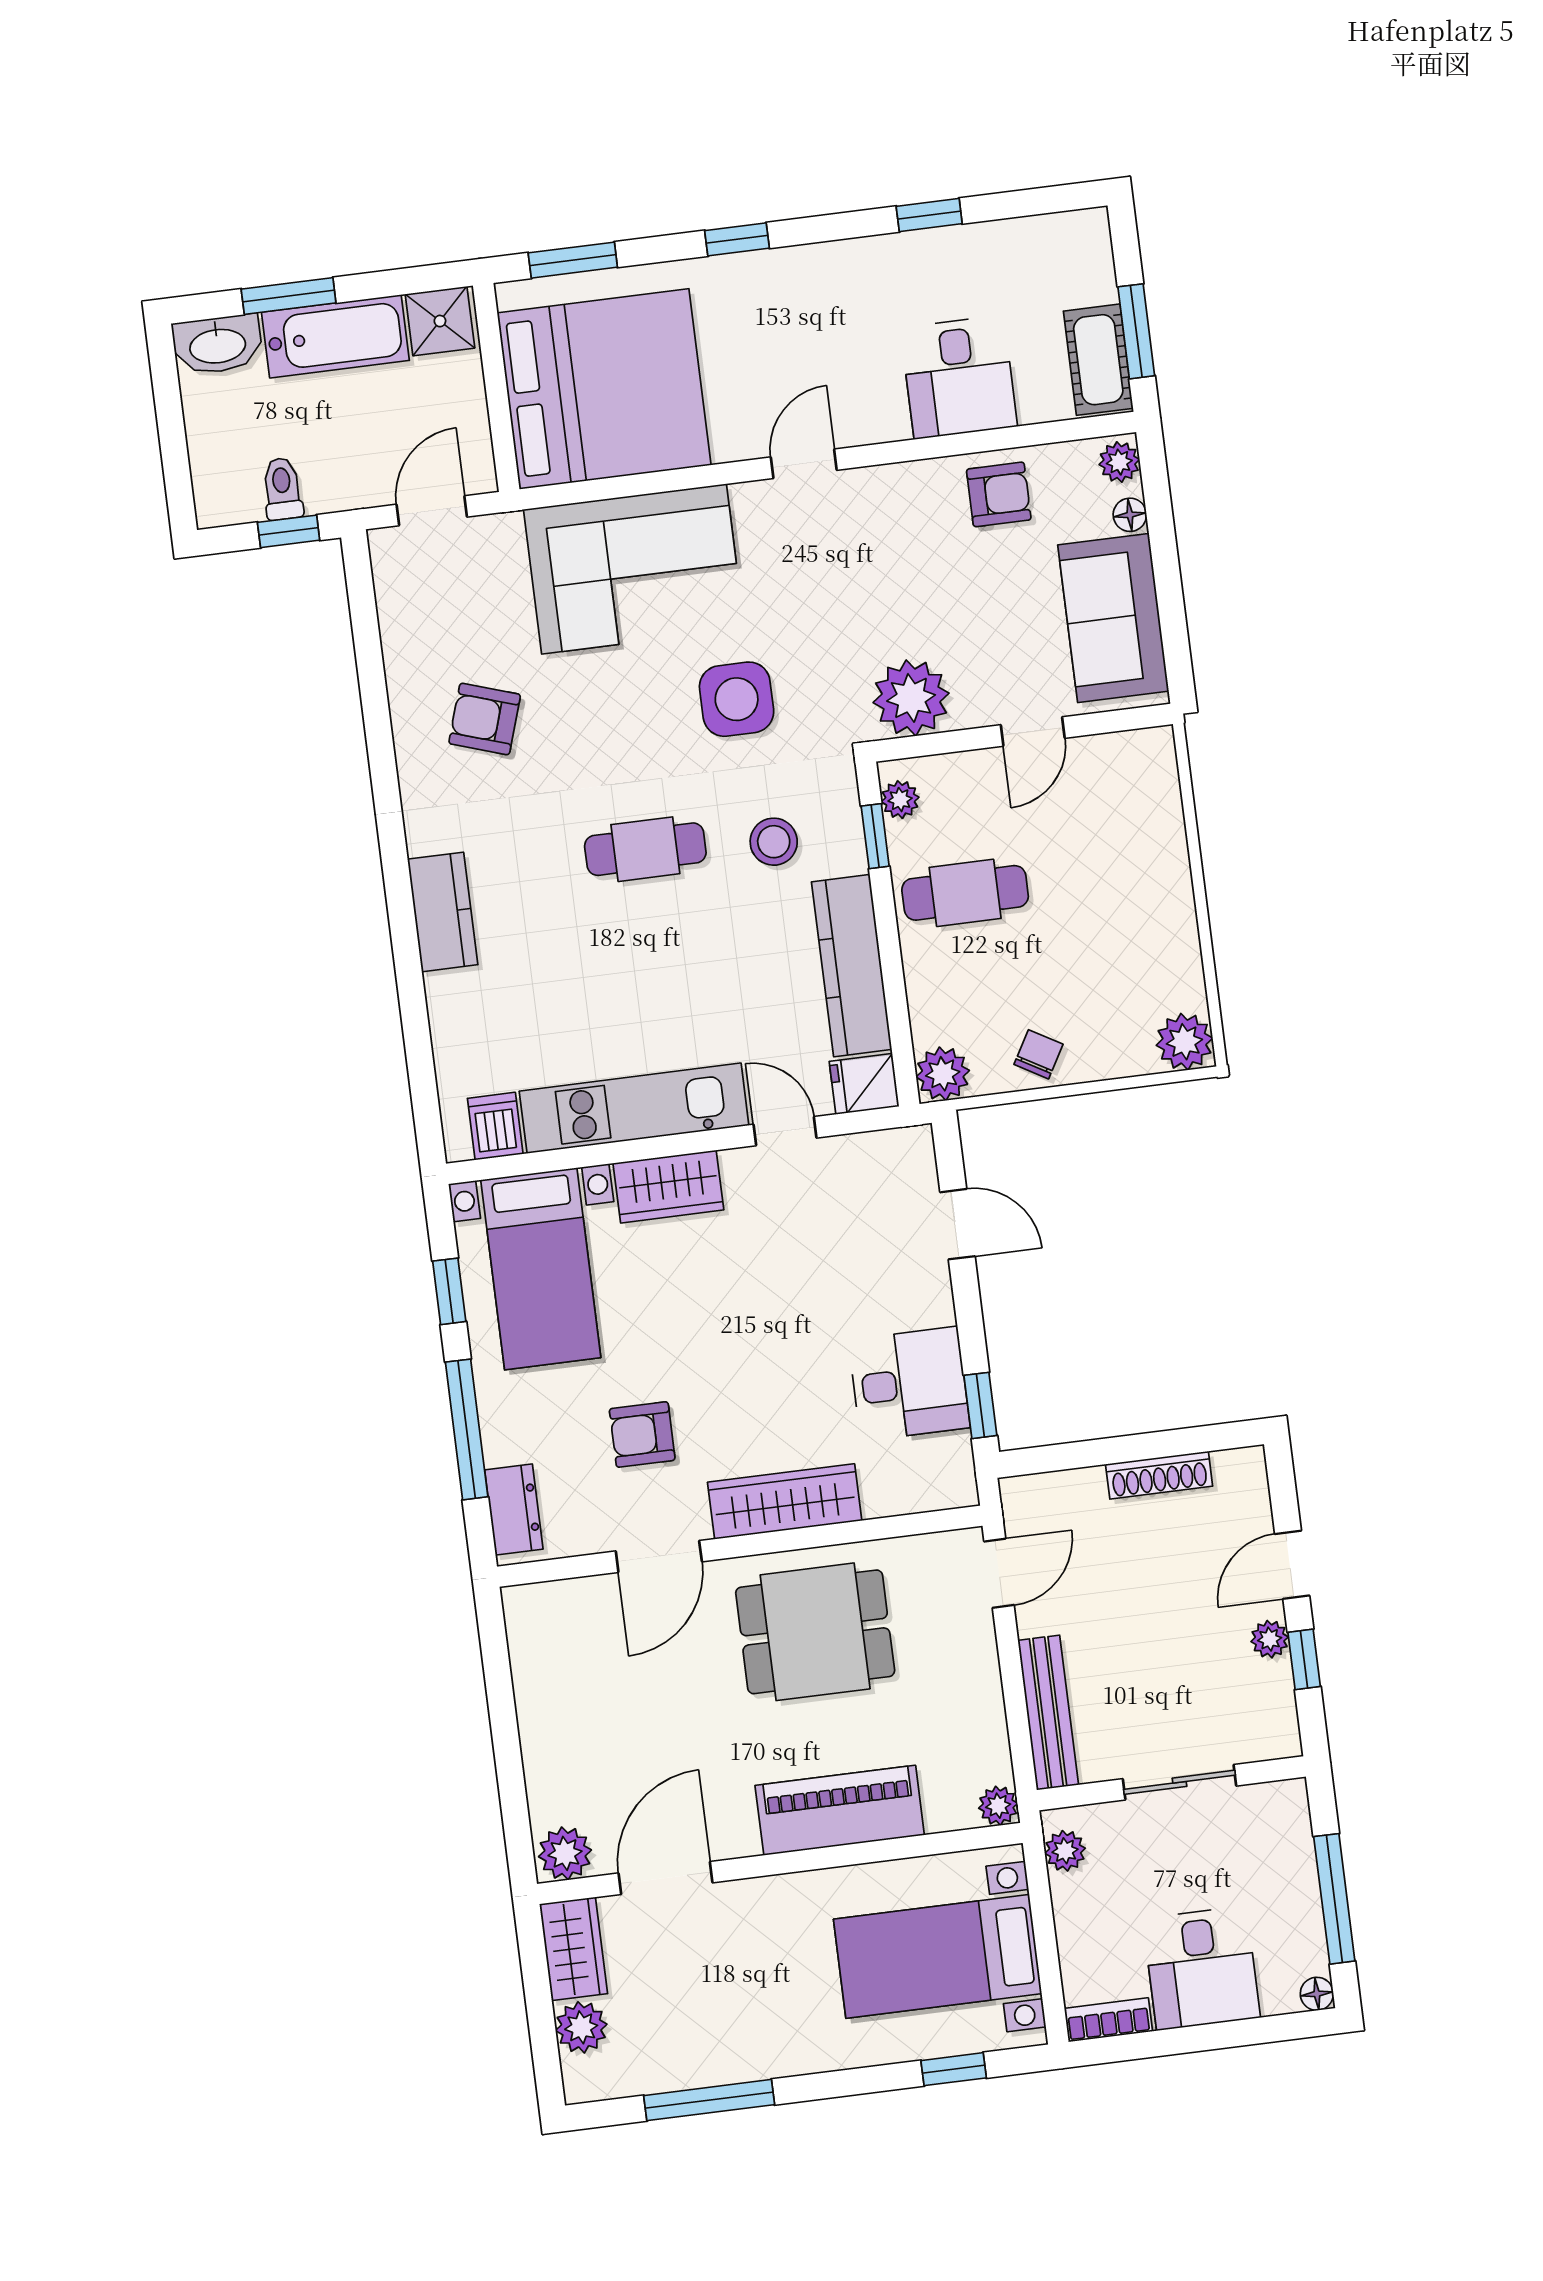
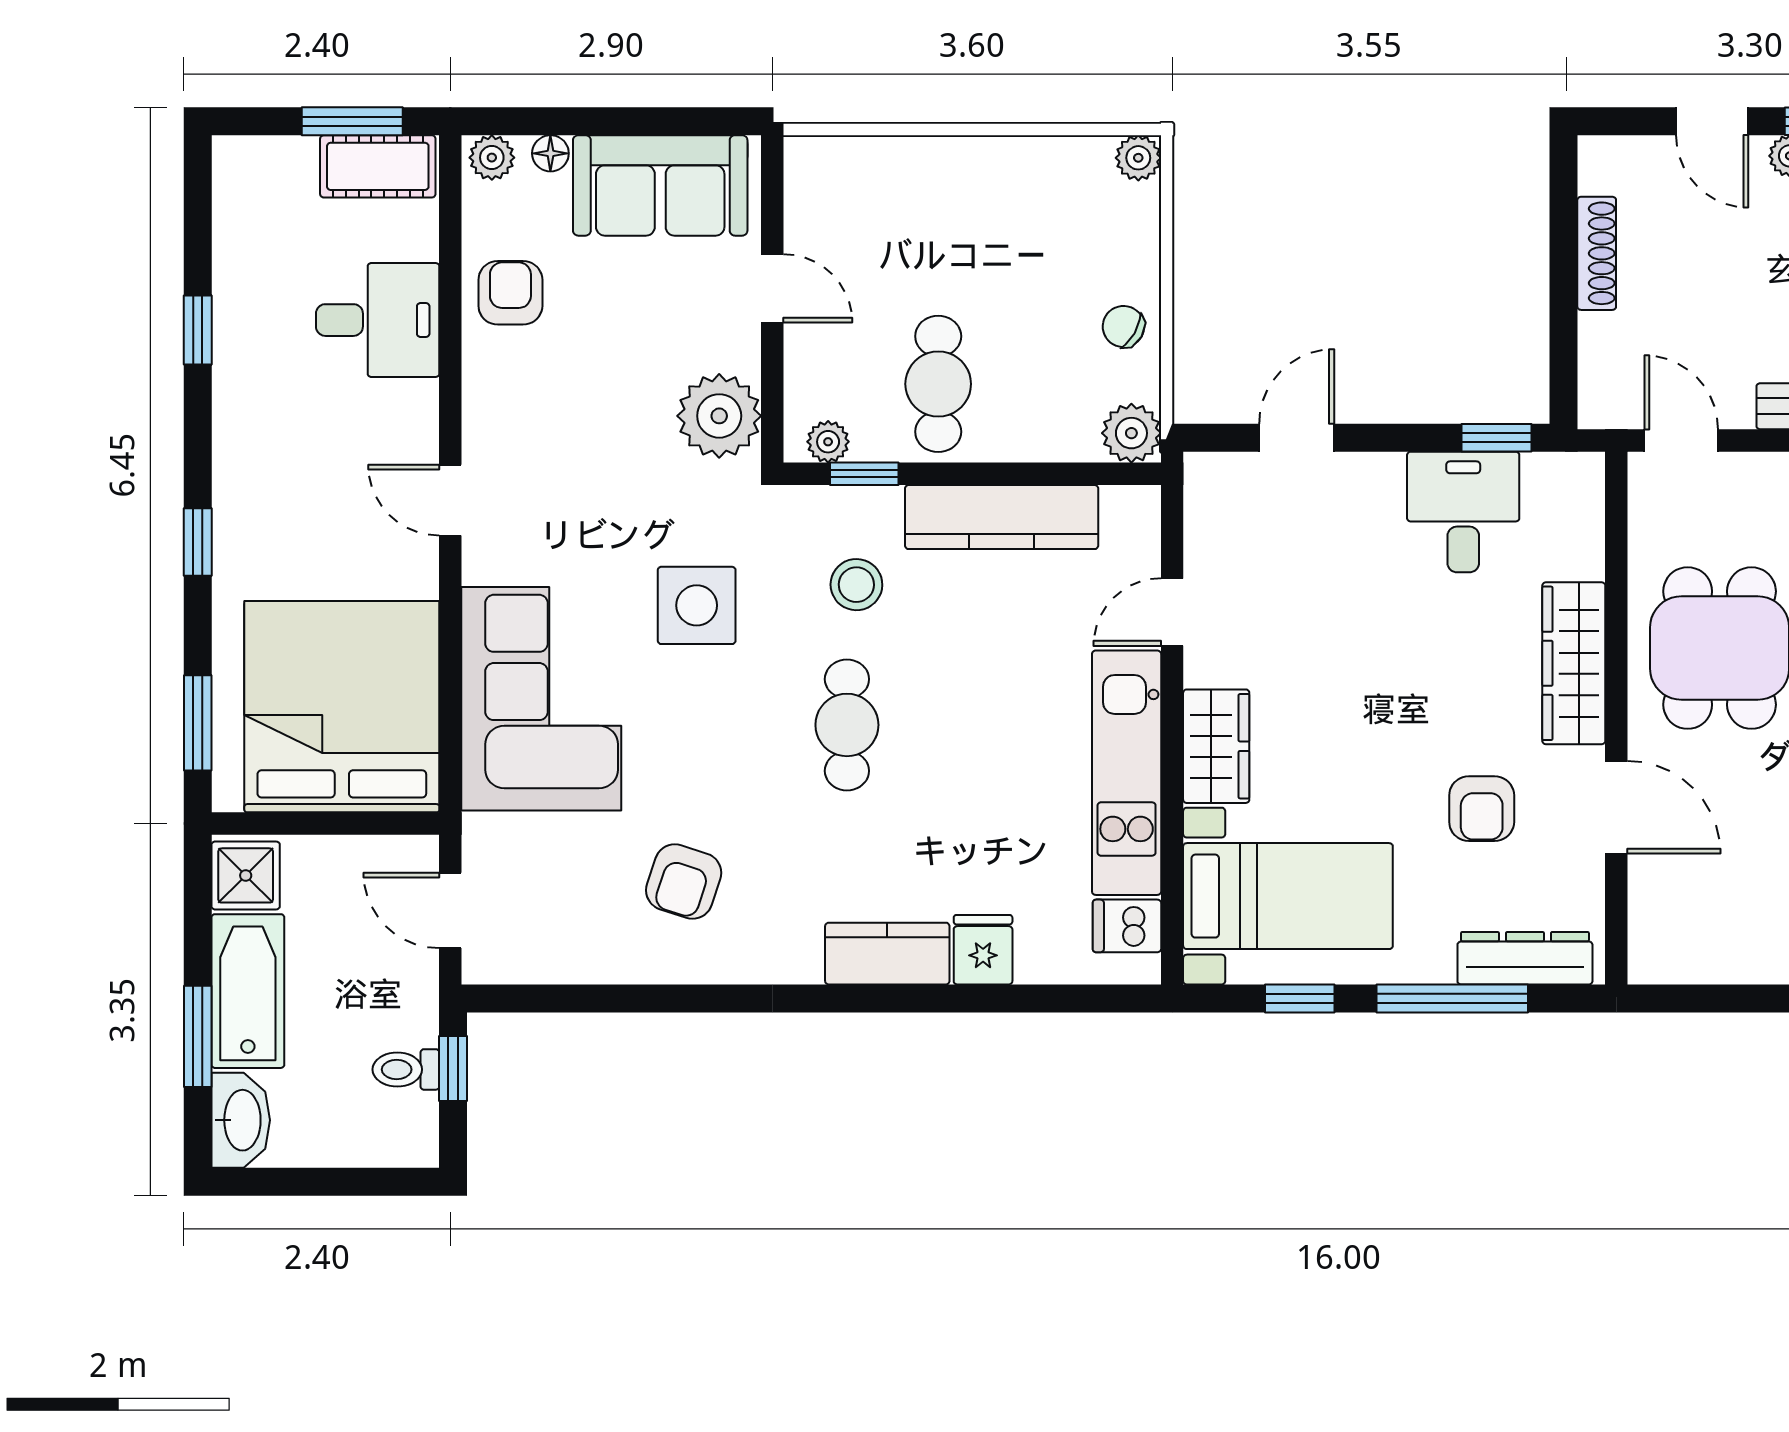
plant: (1184, 1042) -> (1138, 158), width x0.73, depth x0.73
fridge: (864, 1084) -> (983, 950), moved, turned 180
dresser: (514, 1509) -> (1525, 958), width x1.44

